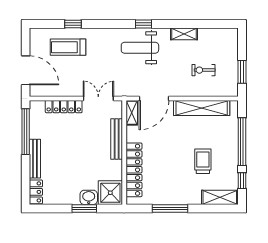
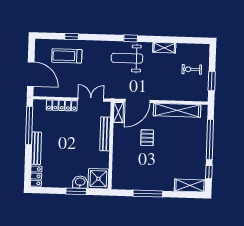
exercise bike: (203, 70) -> (192, 69), moved
pallet: (167, 142) -> (147, 138), added
trolley: (203, 161) -> (177, 155), removed
locker: (134, 170) -> (119, 160), removed

